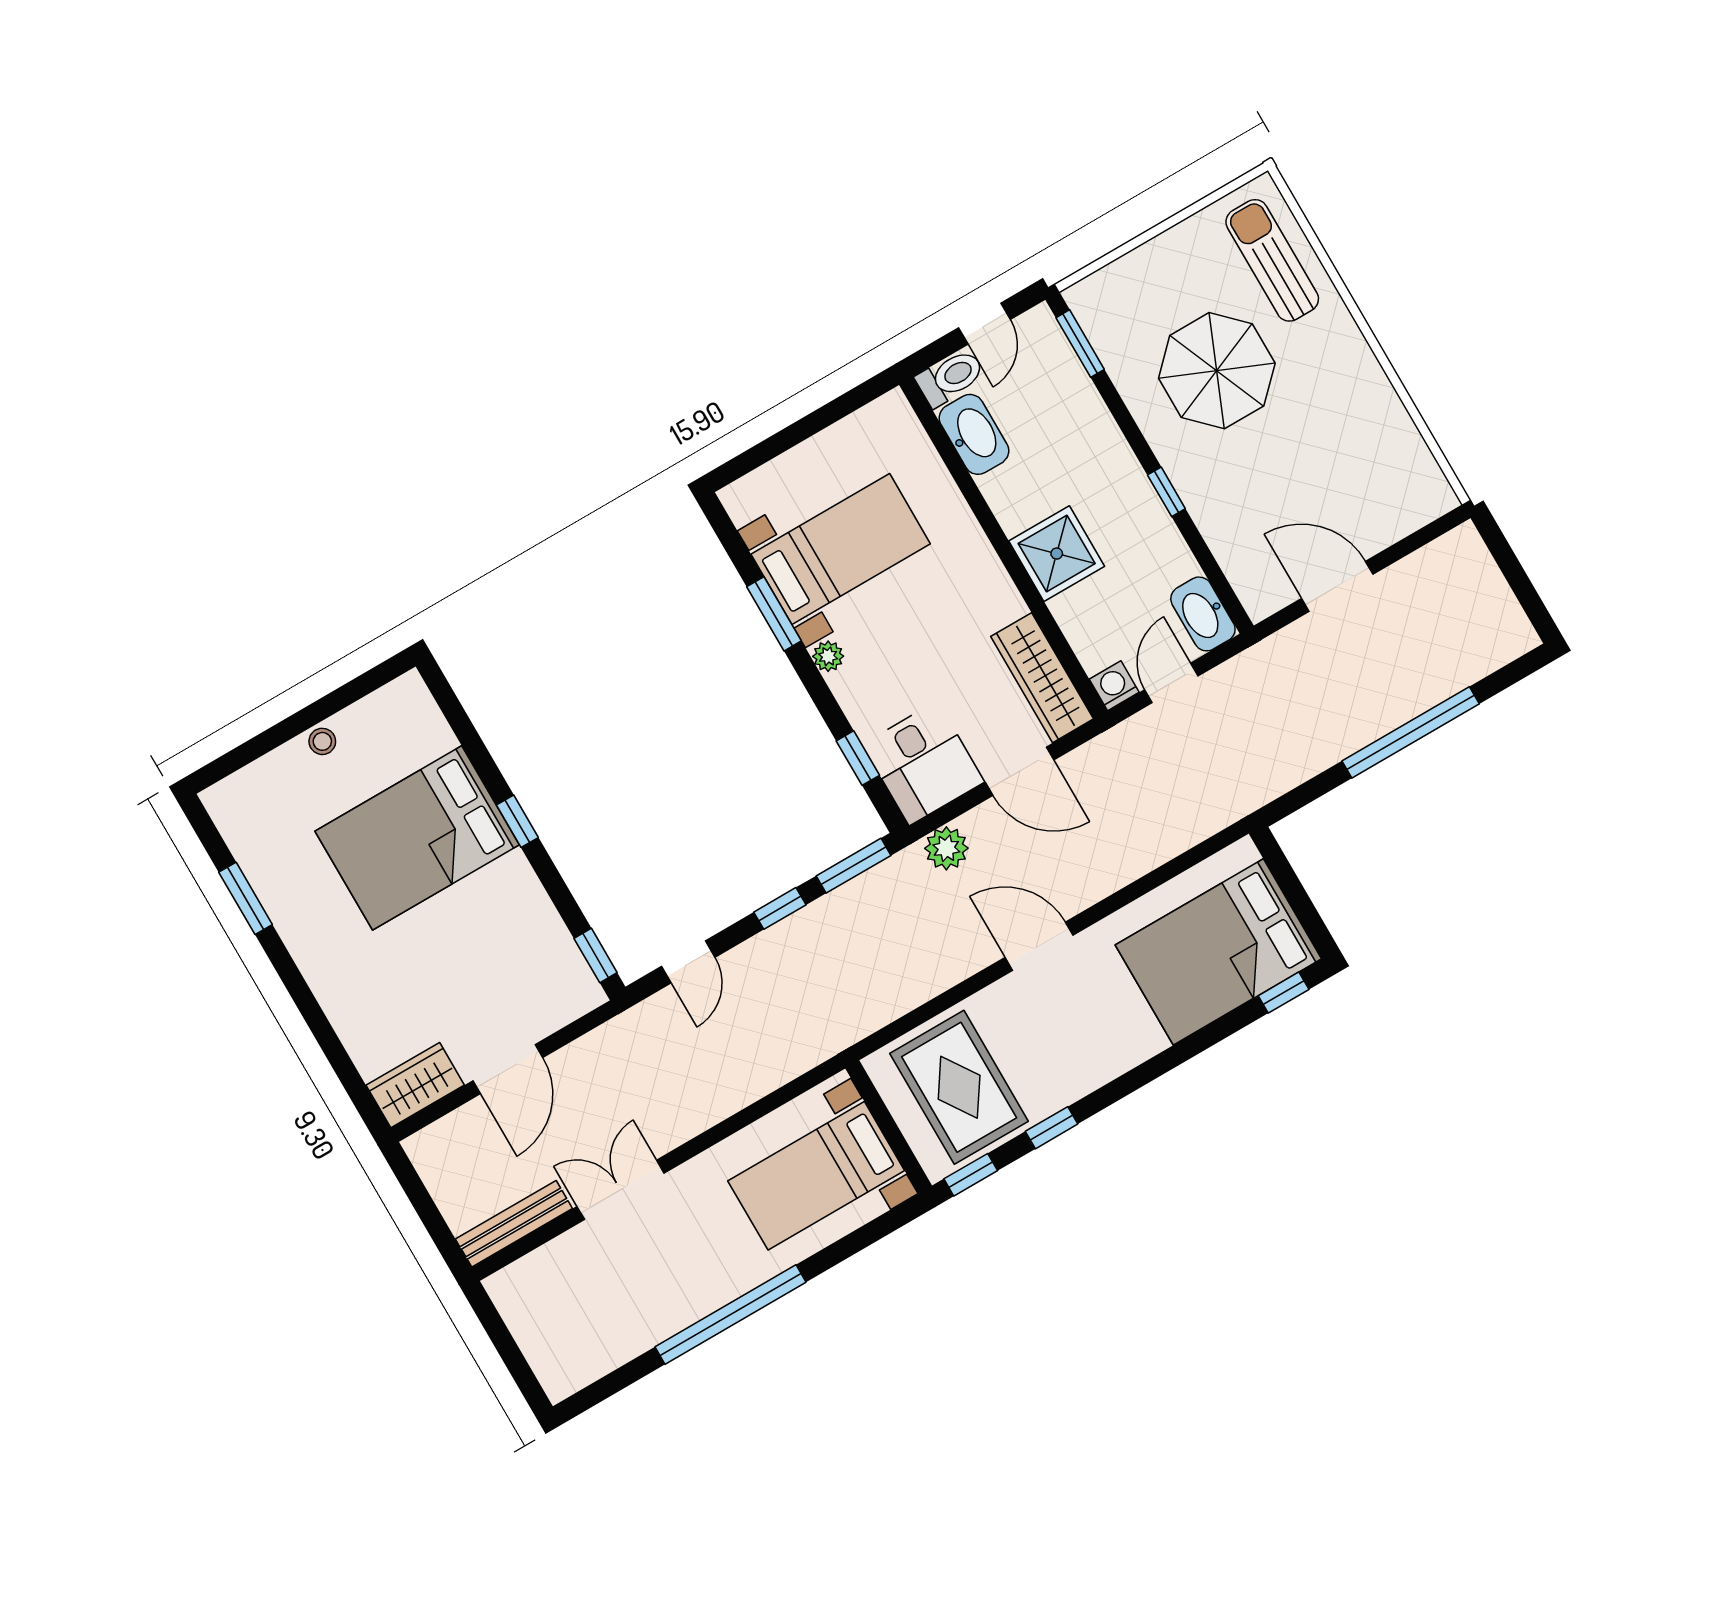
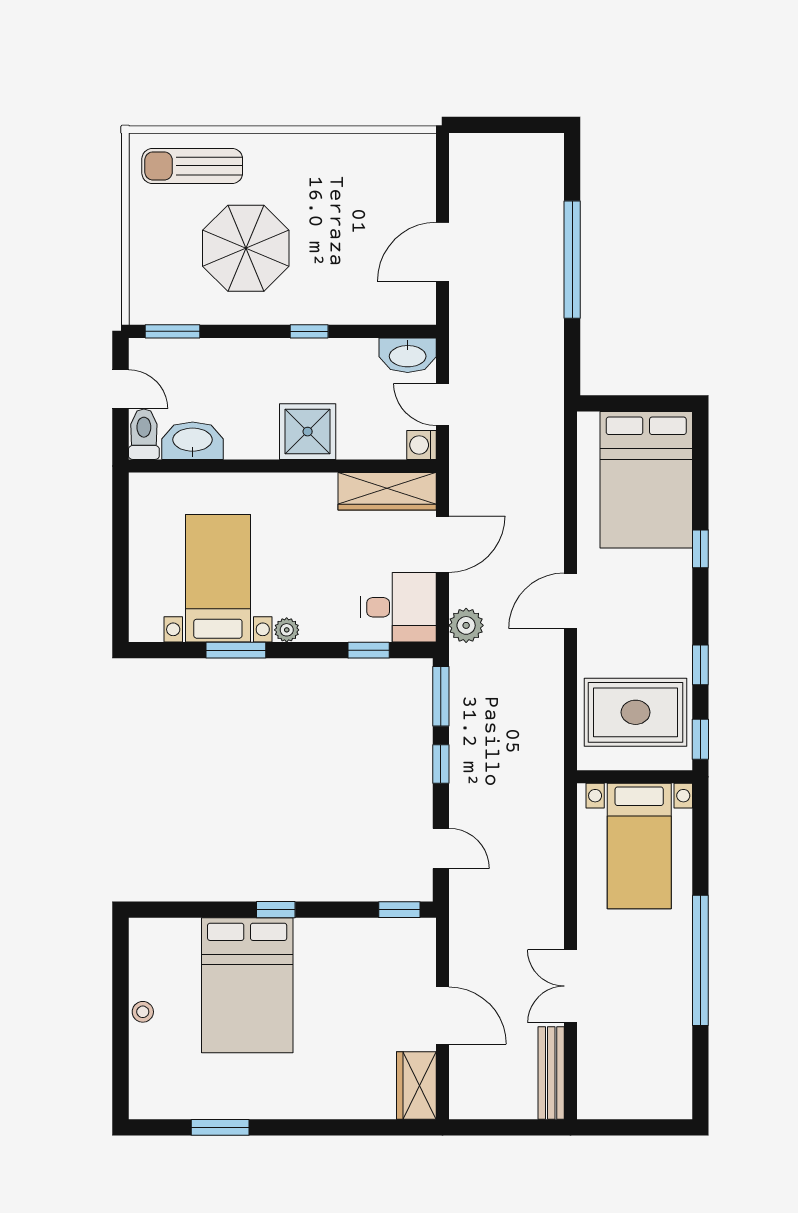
window: (1284, 993) -> (700, 549), moved

